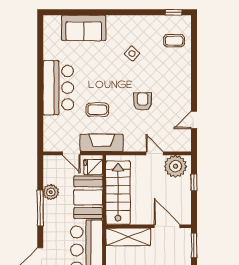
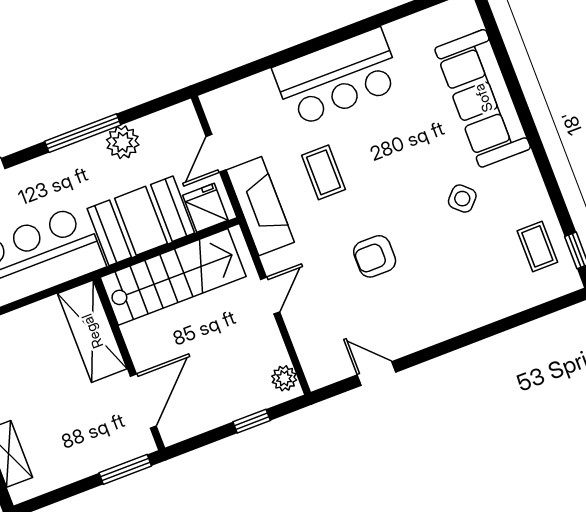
sofa: (84, 28) -> (483, 98), width x1.36
coffee table: (174, 41) -> (537, 246), moved
armchair: (143, 101) -> (375, 256), turned 180
door: (155, 153) -> (270, 296), moved
plant: (175, 166) -> (284, 378), width x0.53, depth x0.53

